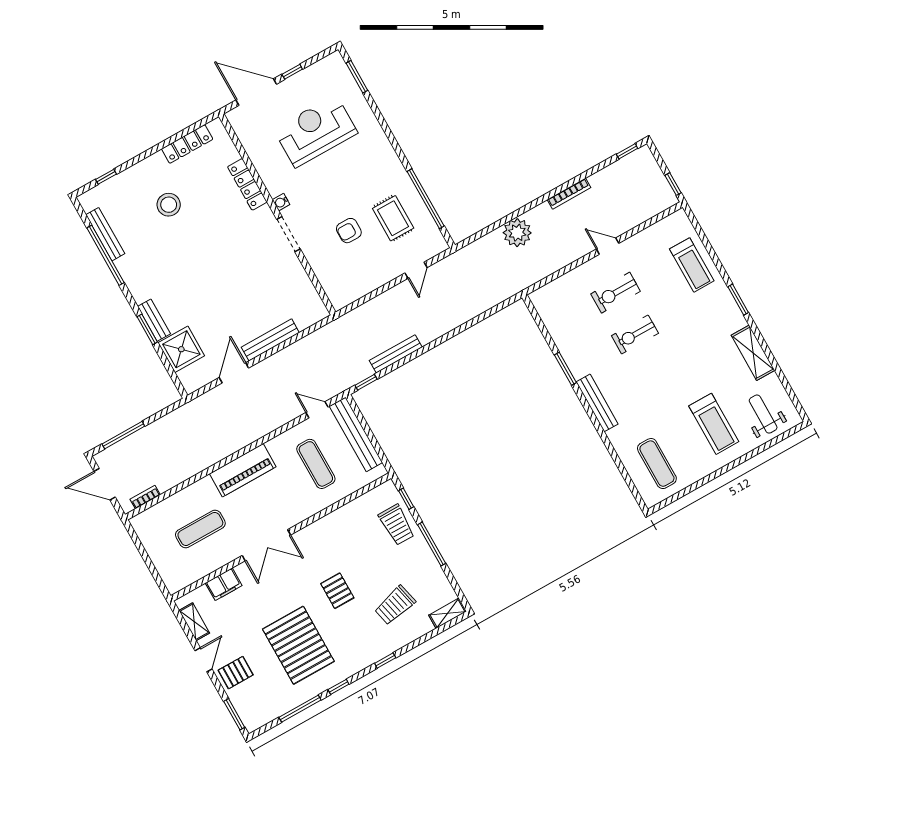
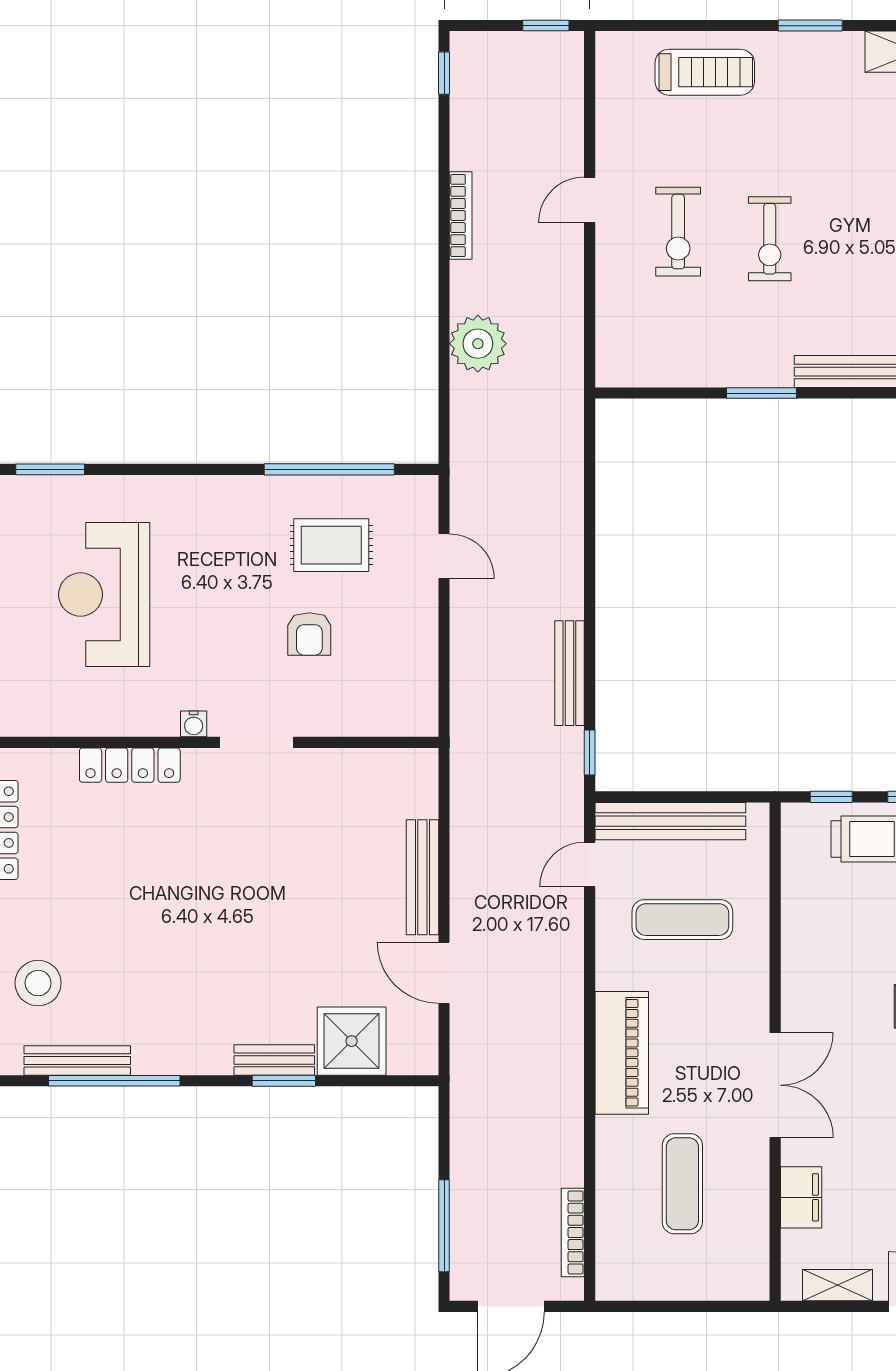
stool: (169, 205) -> (38, 983), moved
bookcase: (145, 497) -> (573, 1232), width x1.56

